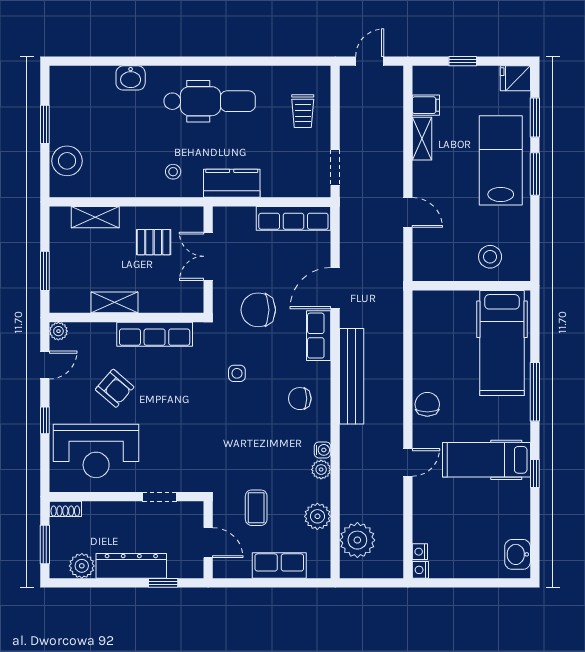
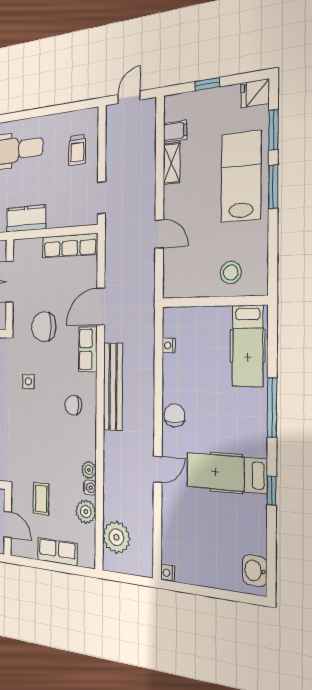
hospital bed: (502, 343) -> (248, 346), width x0.73, depth x0.78
water cooler: (323, 450) -> (90, 488), moved
nightstand: (420, 552) -> (169, 345), moved

